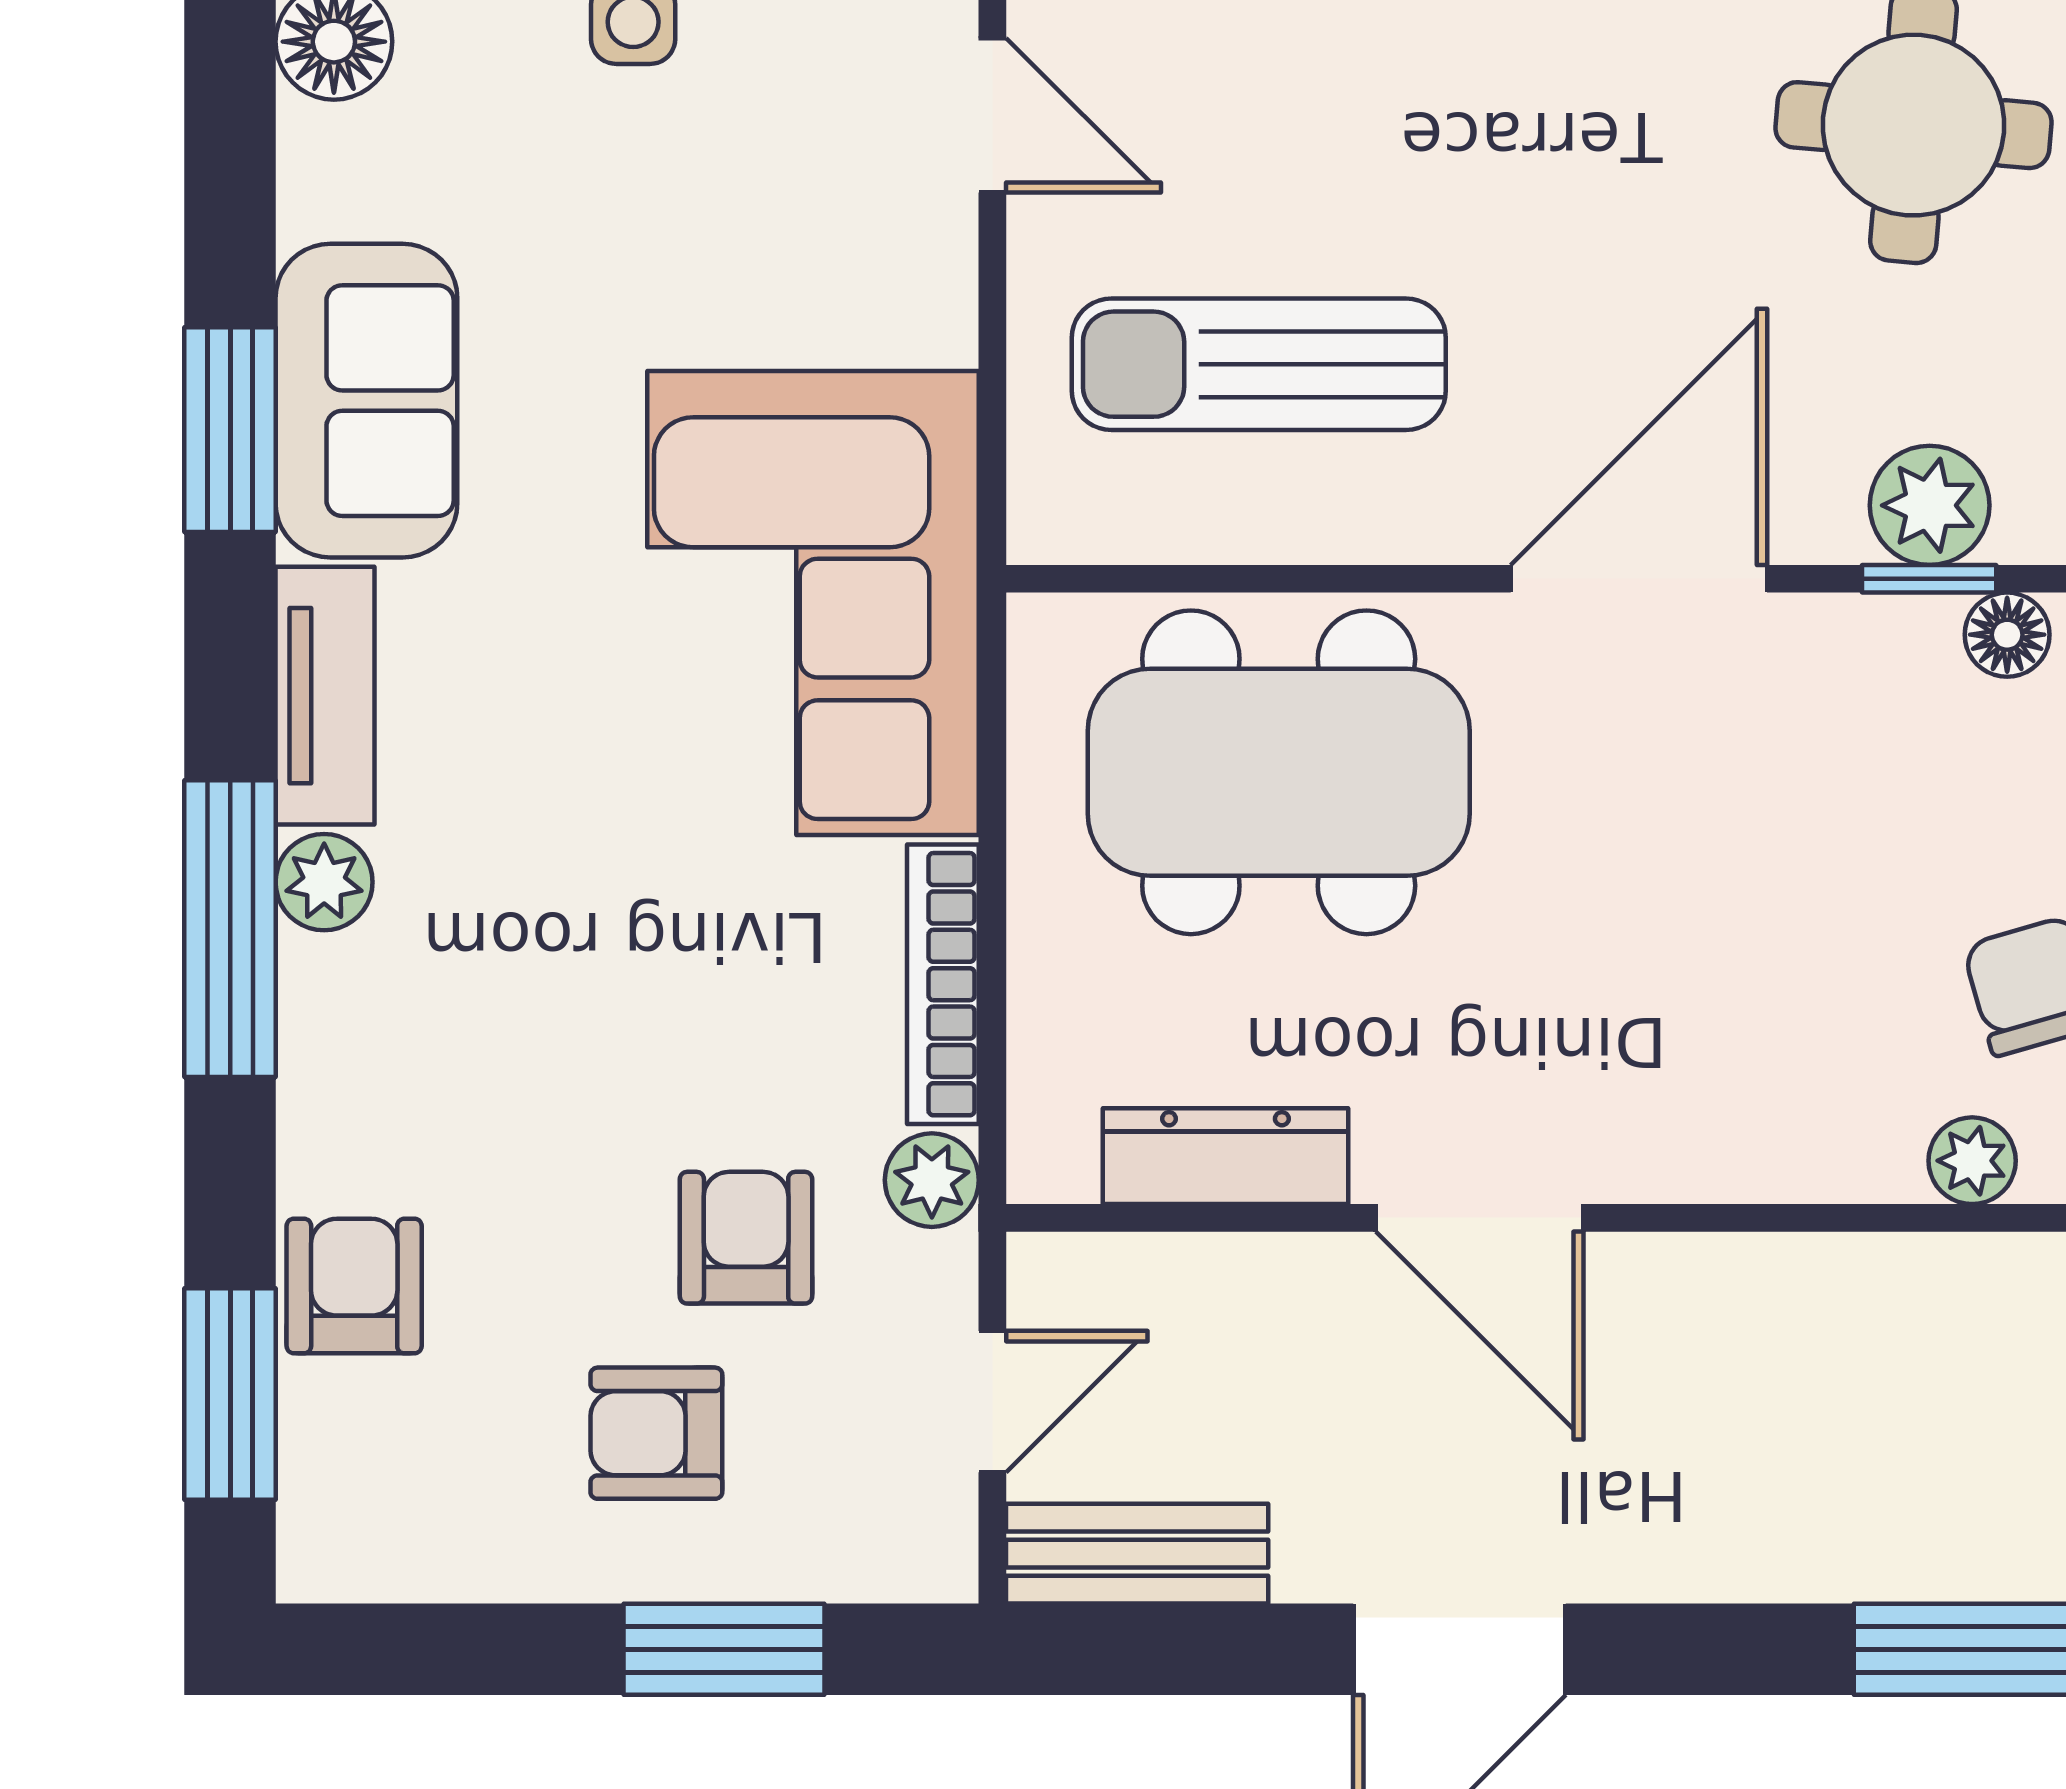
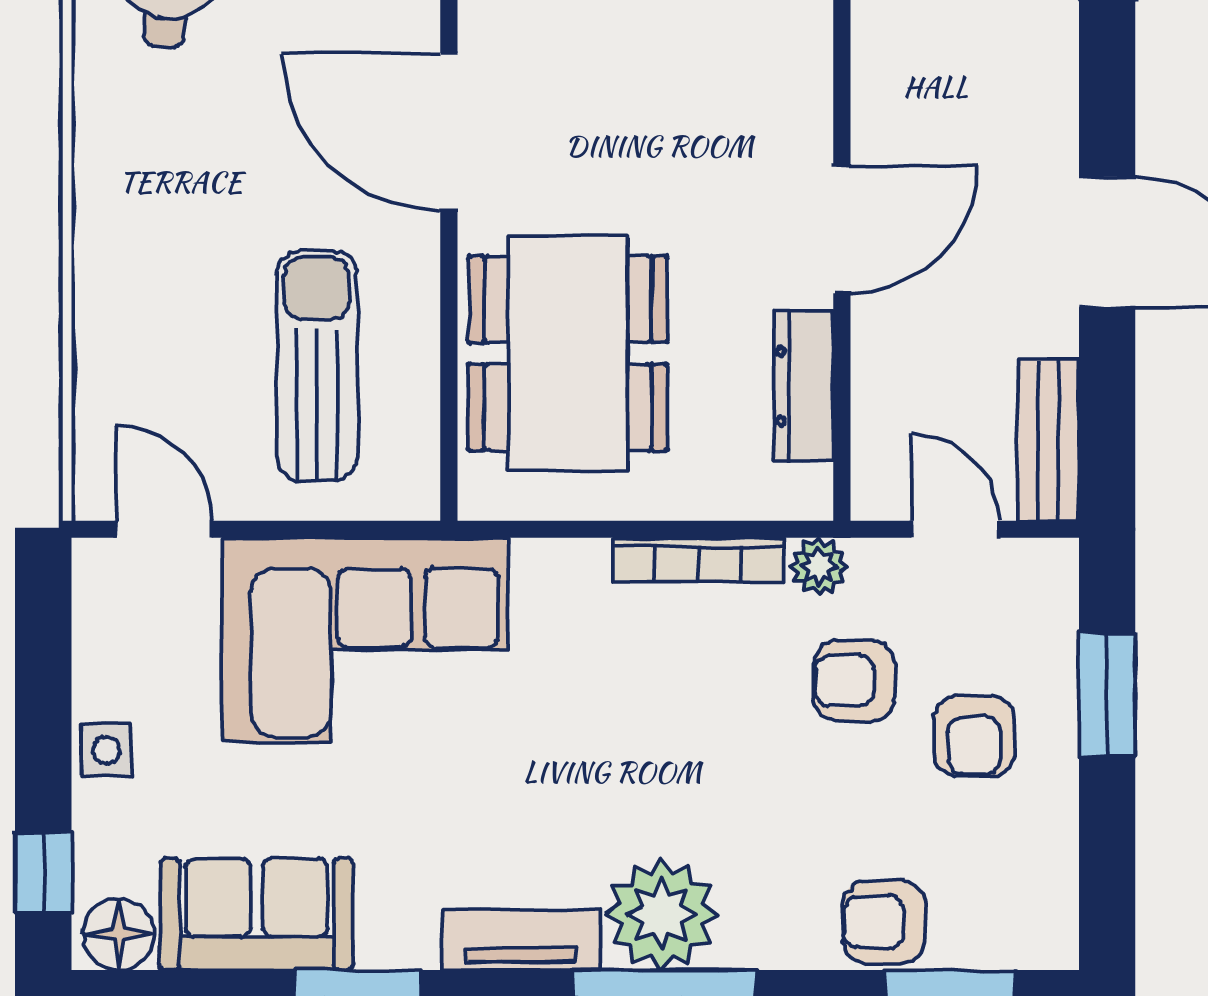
door: (992, 115) -> (164, 529), hinge flipped
sun lounger: (1259, 364) -> (317, 366), turned 180
sofa: (366, 401) -> (256, 914), moved
corner sofa: (813, 603) -> (365, 640), moved
plant: (324, 882) -> (661, 914), width x1.88, depth x1.88

